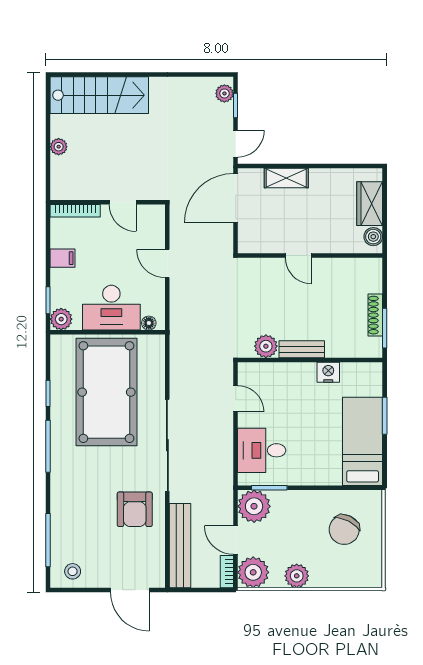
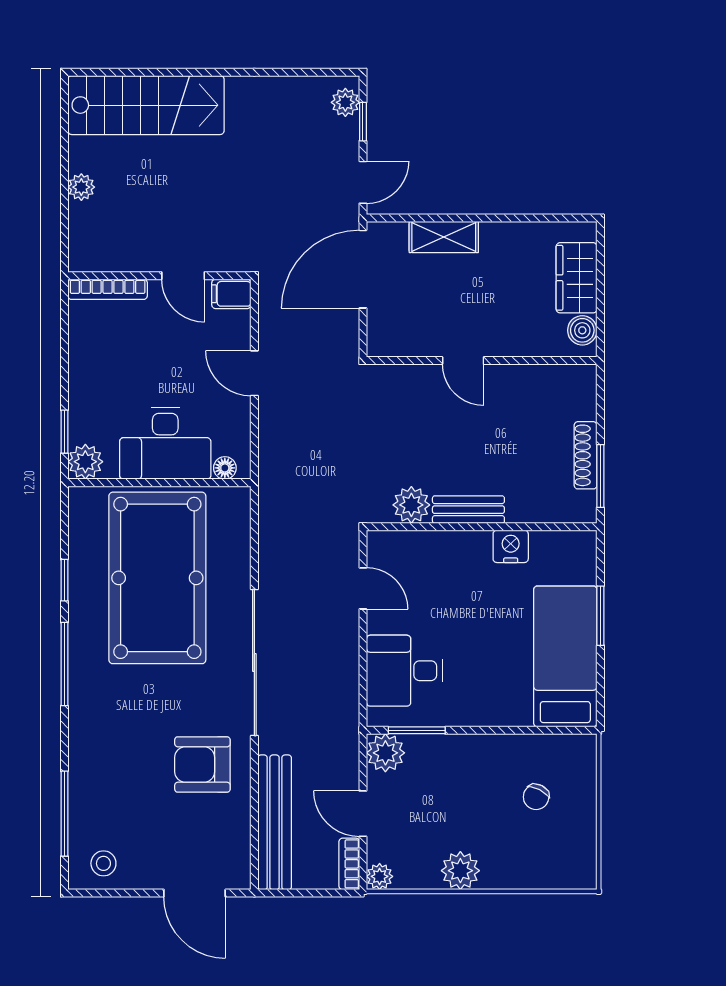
filing cabinet: (63, 258) -> (231, 294), moved, turned 180
plant: (254, 506) -> (385, 753), width x0.73, depth x0.73
armchair: (135, 509) -> (202, 765), turned 90
chair: (344, 530) -> (536, 797), width x0.54, depth x0.54
plant: (253, 572) -> (380, 876), width x0.53, depth x0.53

